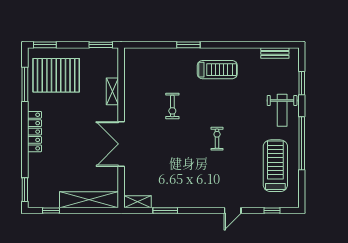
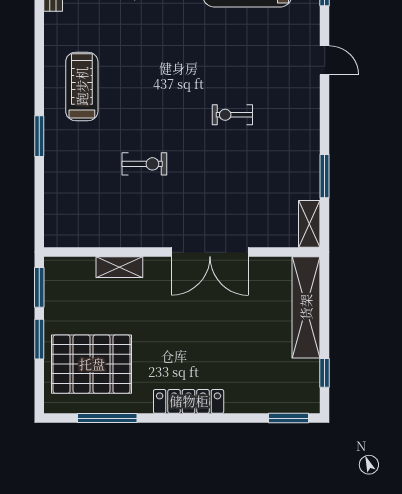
window: (45, 45) -> (39, 339), moved
pallet: (56, 75) -> (92, 364), turned 90
exercise bike: (217, 139) -> (232, 115), moved

